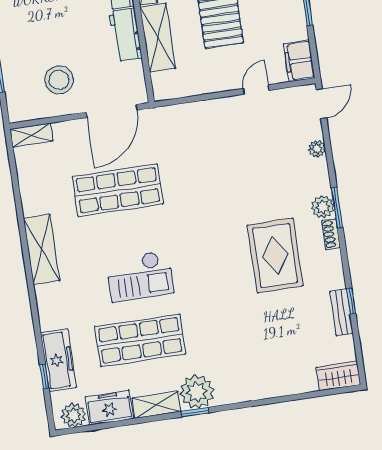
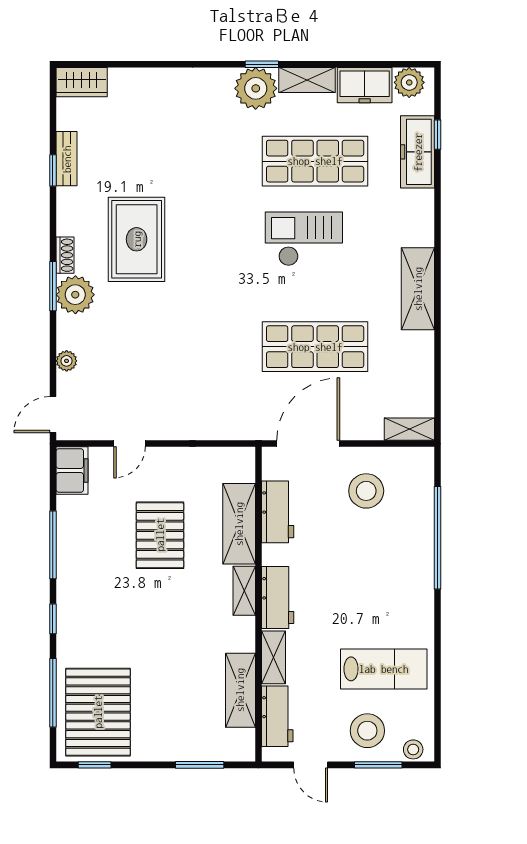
workbench: (125, 35) -> (278, 512), moved
plant: (323, 207) -> (75, 295), width x1.36, depth x1.36

